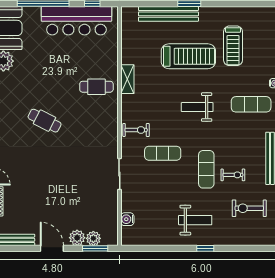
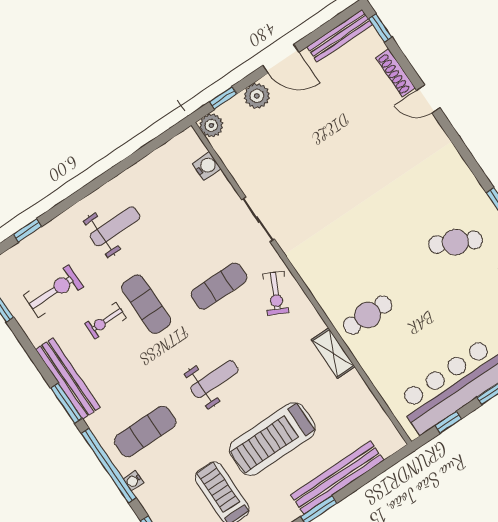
cafe table: (45, 121) -> (456, 242), moved
exercise bike: (136, 130) -> (276, 293), turned -63
weight bench: (195, 220) -> (115, 226), turned 180
plant: (93, 238) -> (211, 125), moved
window: (95, 248) -> (223, 98), width x0.67
window: (205, 248) -> (27, 231), moved

